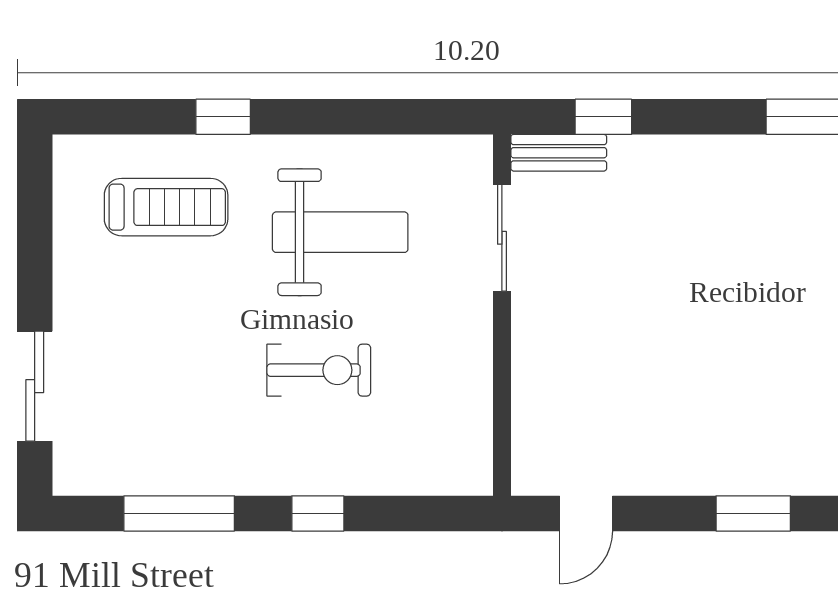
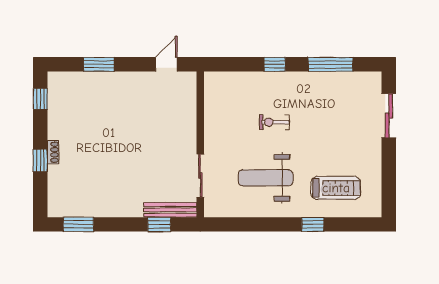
bench: (559, 153) -> (170, 210), width x1.36
treadmill: (166, 207) -> (336, 188), turned 180
exercise bike: (319, 370) -> (274, 122), width x0.73, depth x0.72

